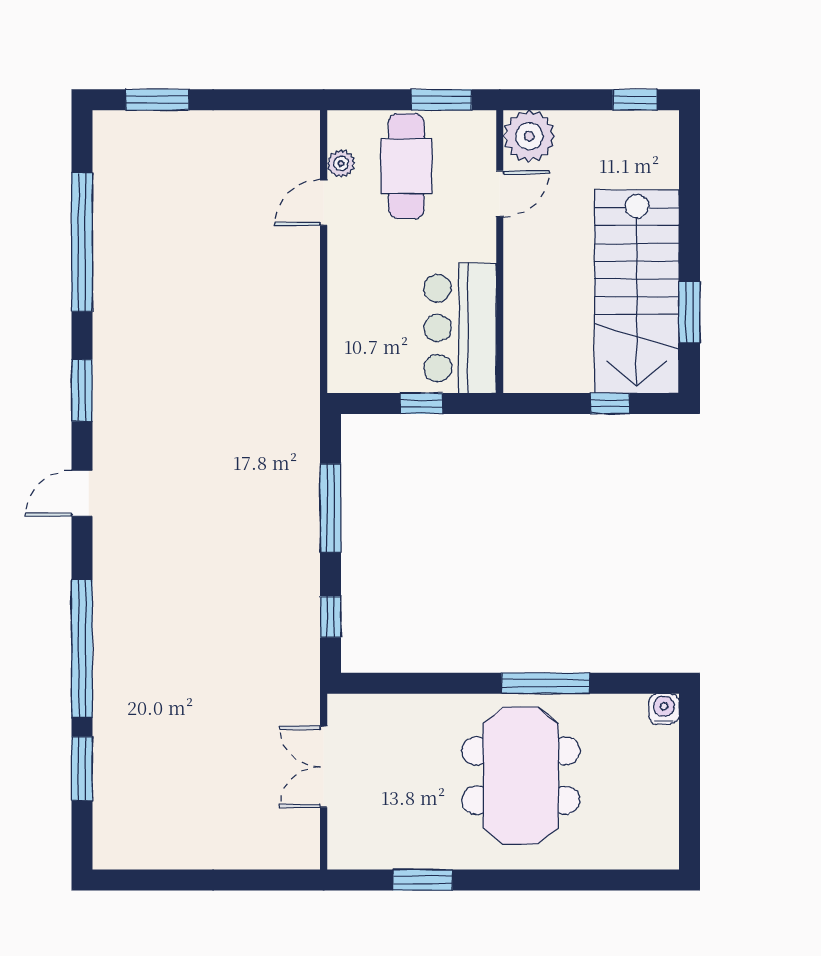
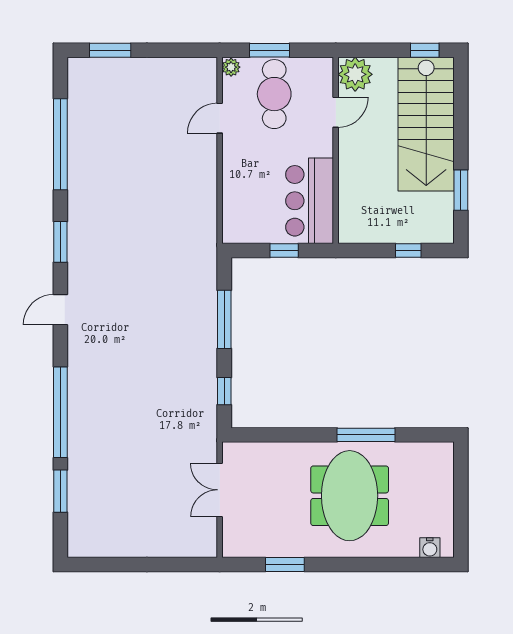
window: (441, 100) -> (269, 50), moved
plant: (341, 164) -> (231, 67), moved
stairs: (637, 292) -> (426, 124), moved
water cooler: (664, 709) -> (430, 548), moved, turned 180

